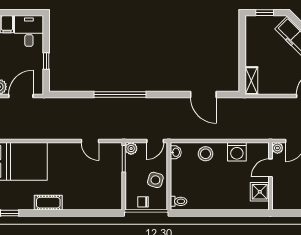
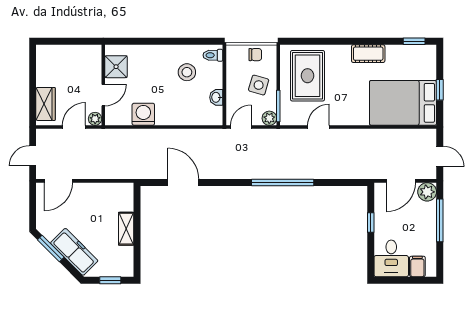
shelving: (251, 81) -> (126, 229), moved
door: (90, 141) -> (318, 127), hinge flipped
washbasin: (176, 152) -> (216, 97), moved
stool: (206, 154) -> (187, 72), moved
side table: (155, 180) -> (259, 85), moved
rug: (99, 184) -> (307, 76), added

